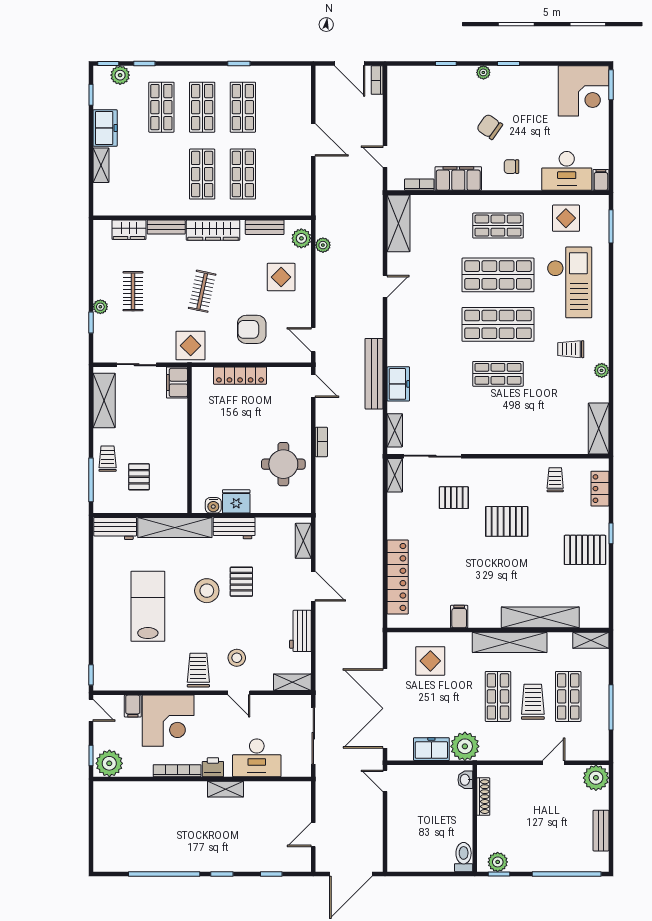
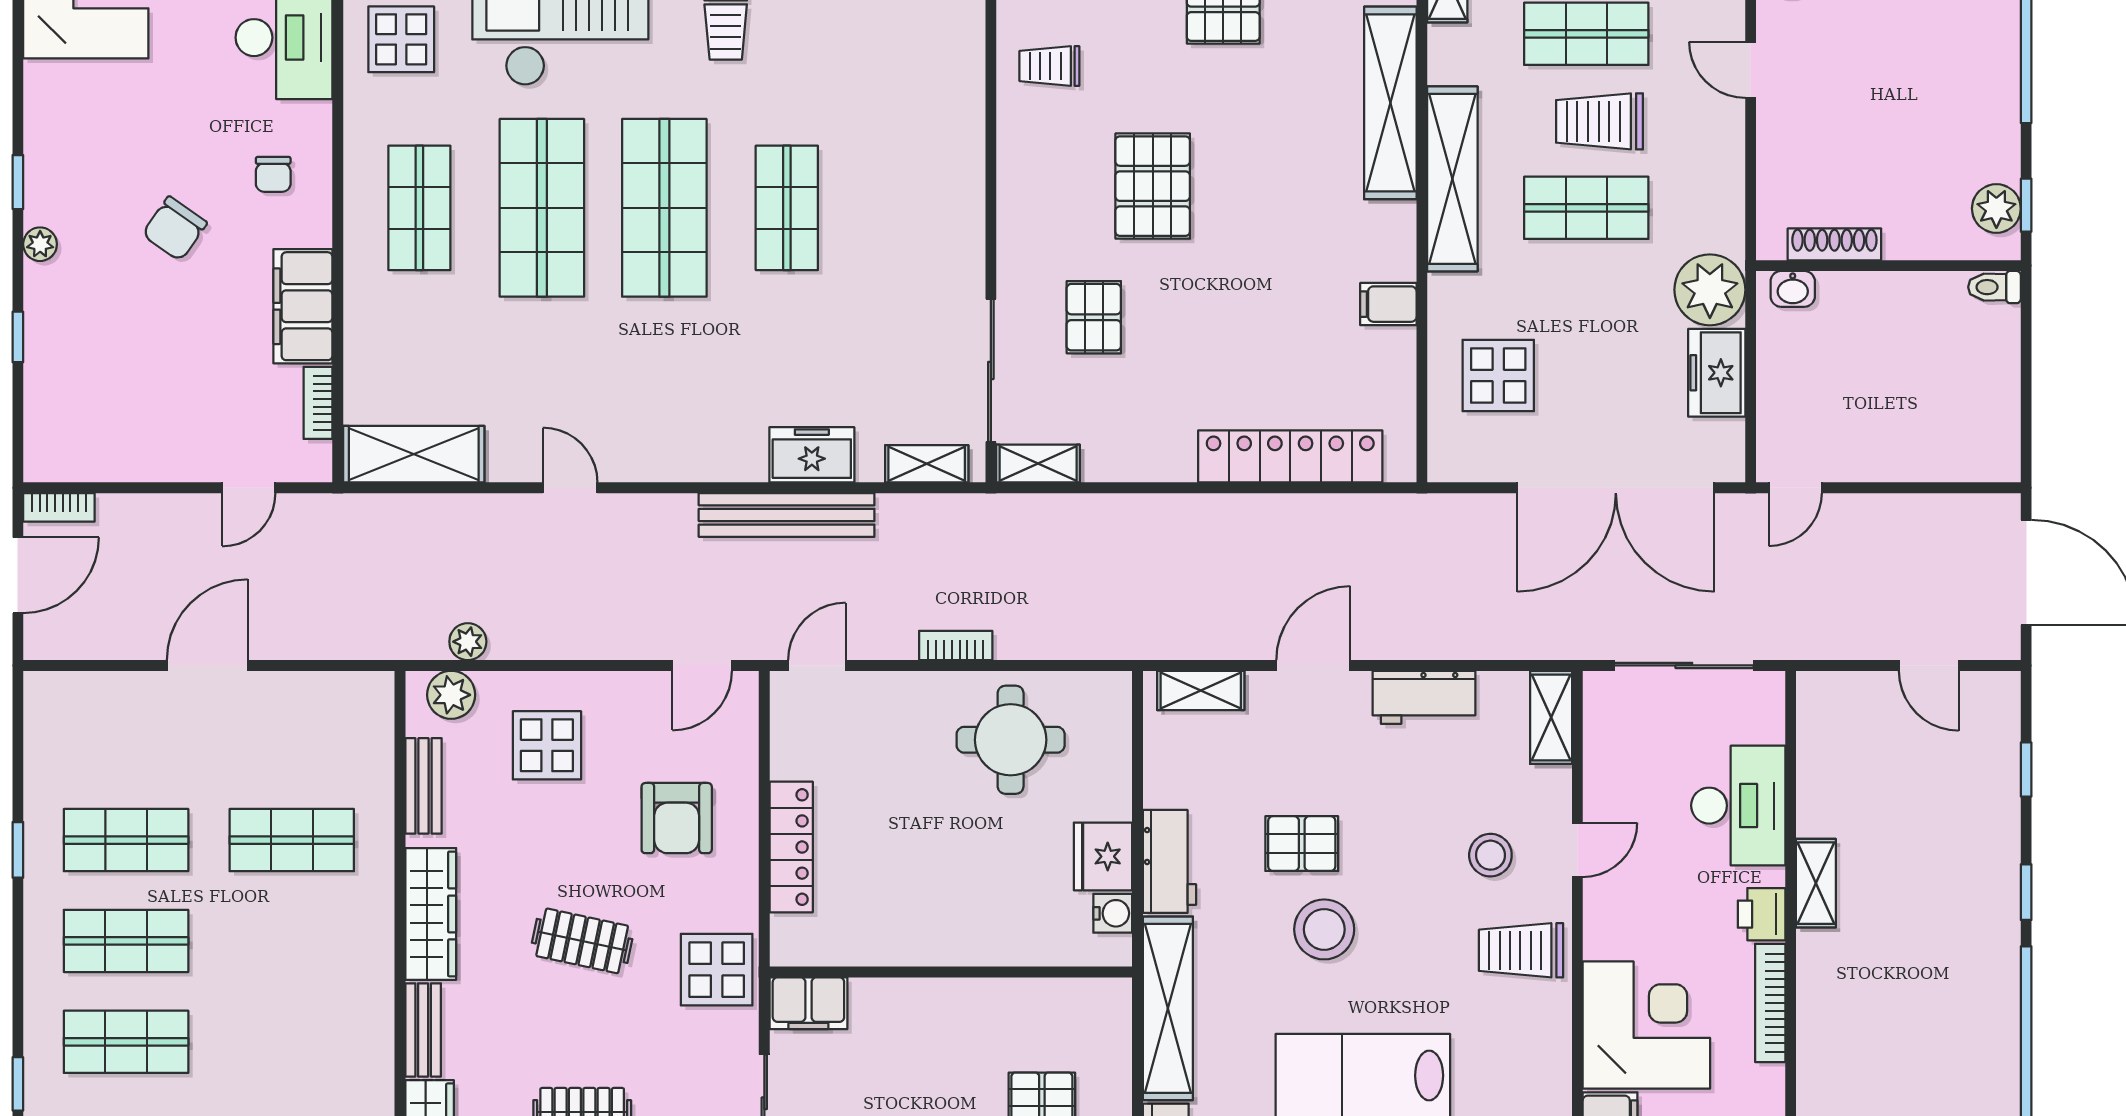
shop shelf: (202, 174) -> (292, 941), removed
toilet: (464, 857) -> (1994, 287), width x0.73, depth x0.72

